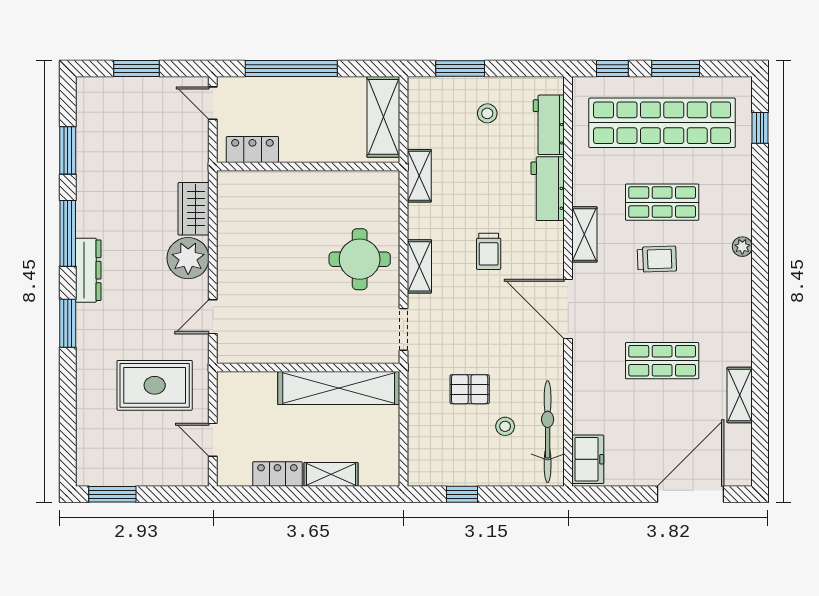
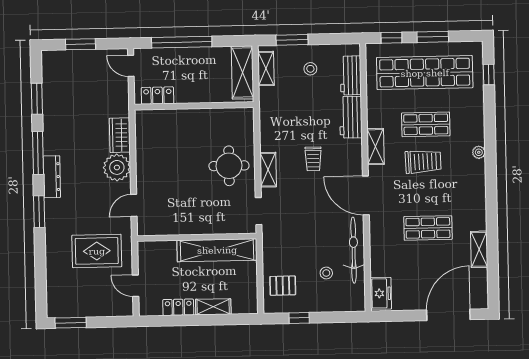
shelving: (419, 176) -> (266, 68), moved
trolley: (657, 259) -> (423, 162), width x1.36, depth x1.39
pallet: (470, 389) -> (283, 286), moved
bicycle: (548, 432) -> (354, 250), moved

